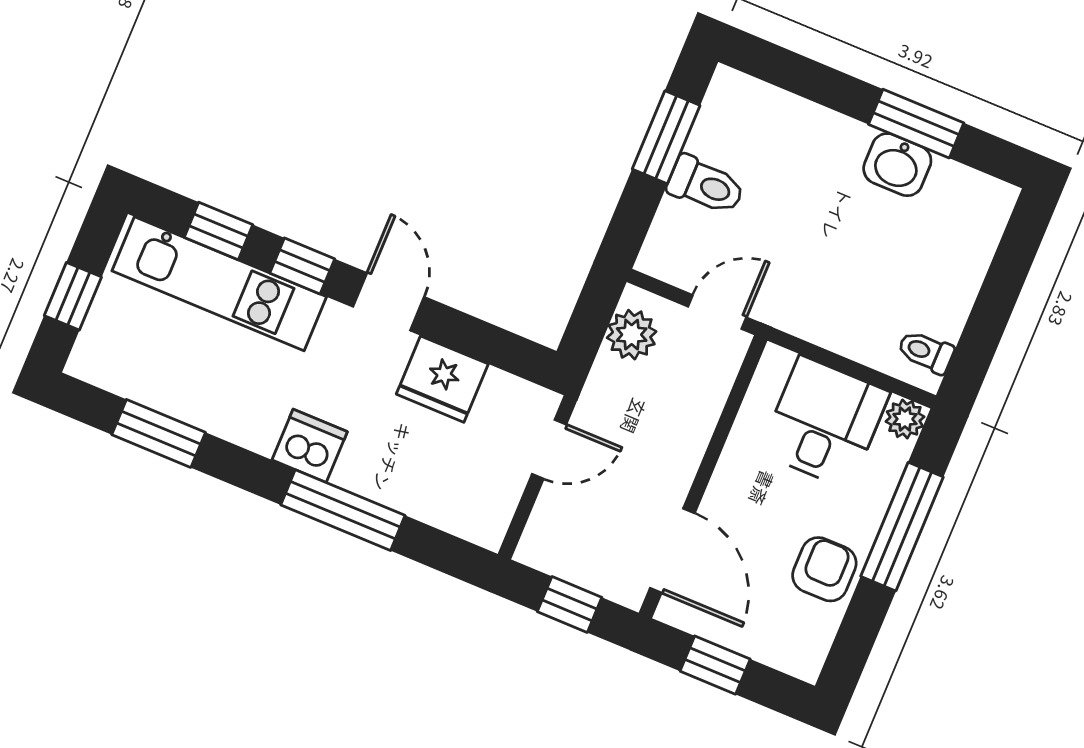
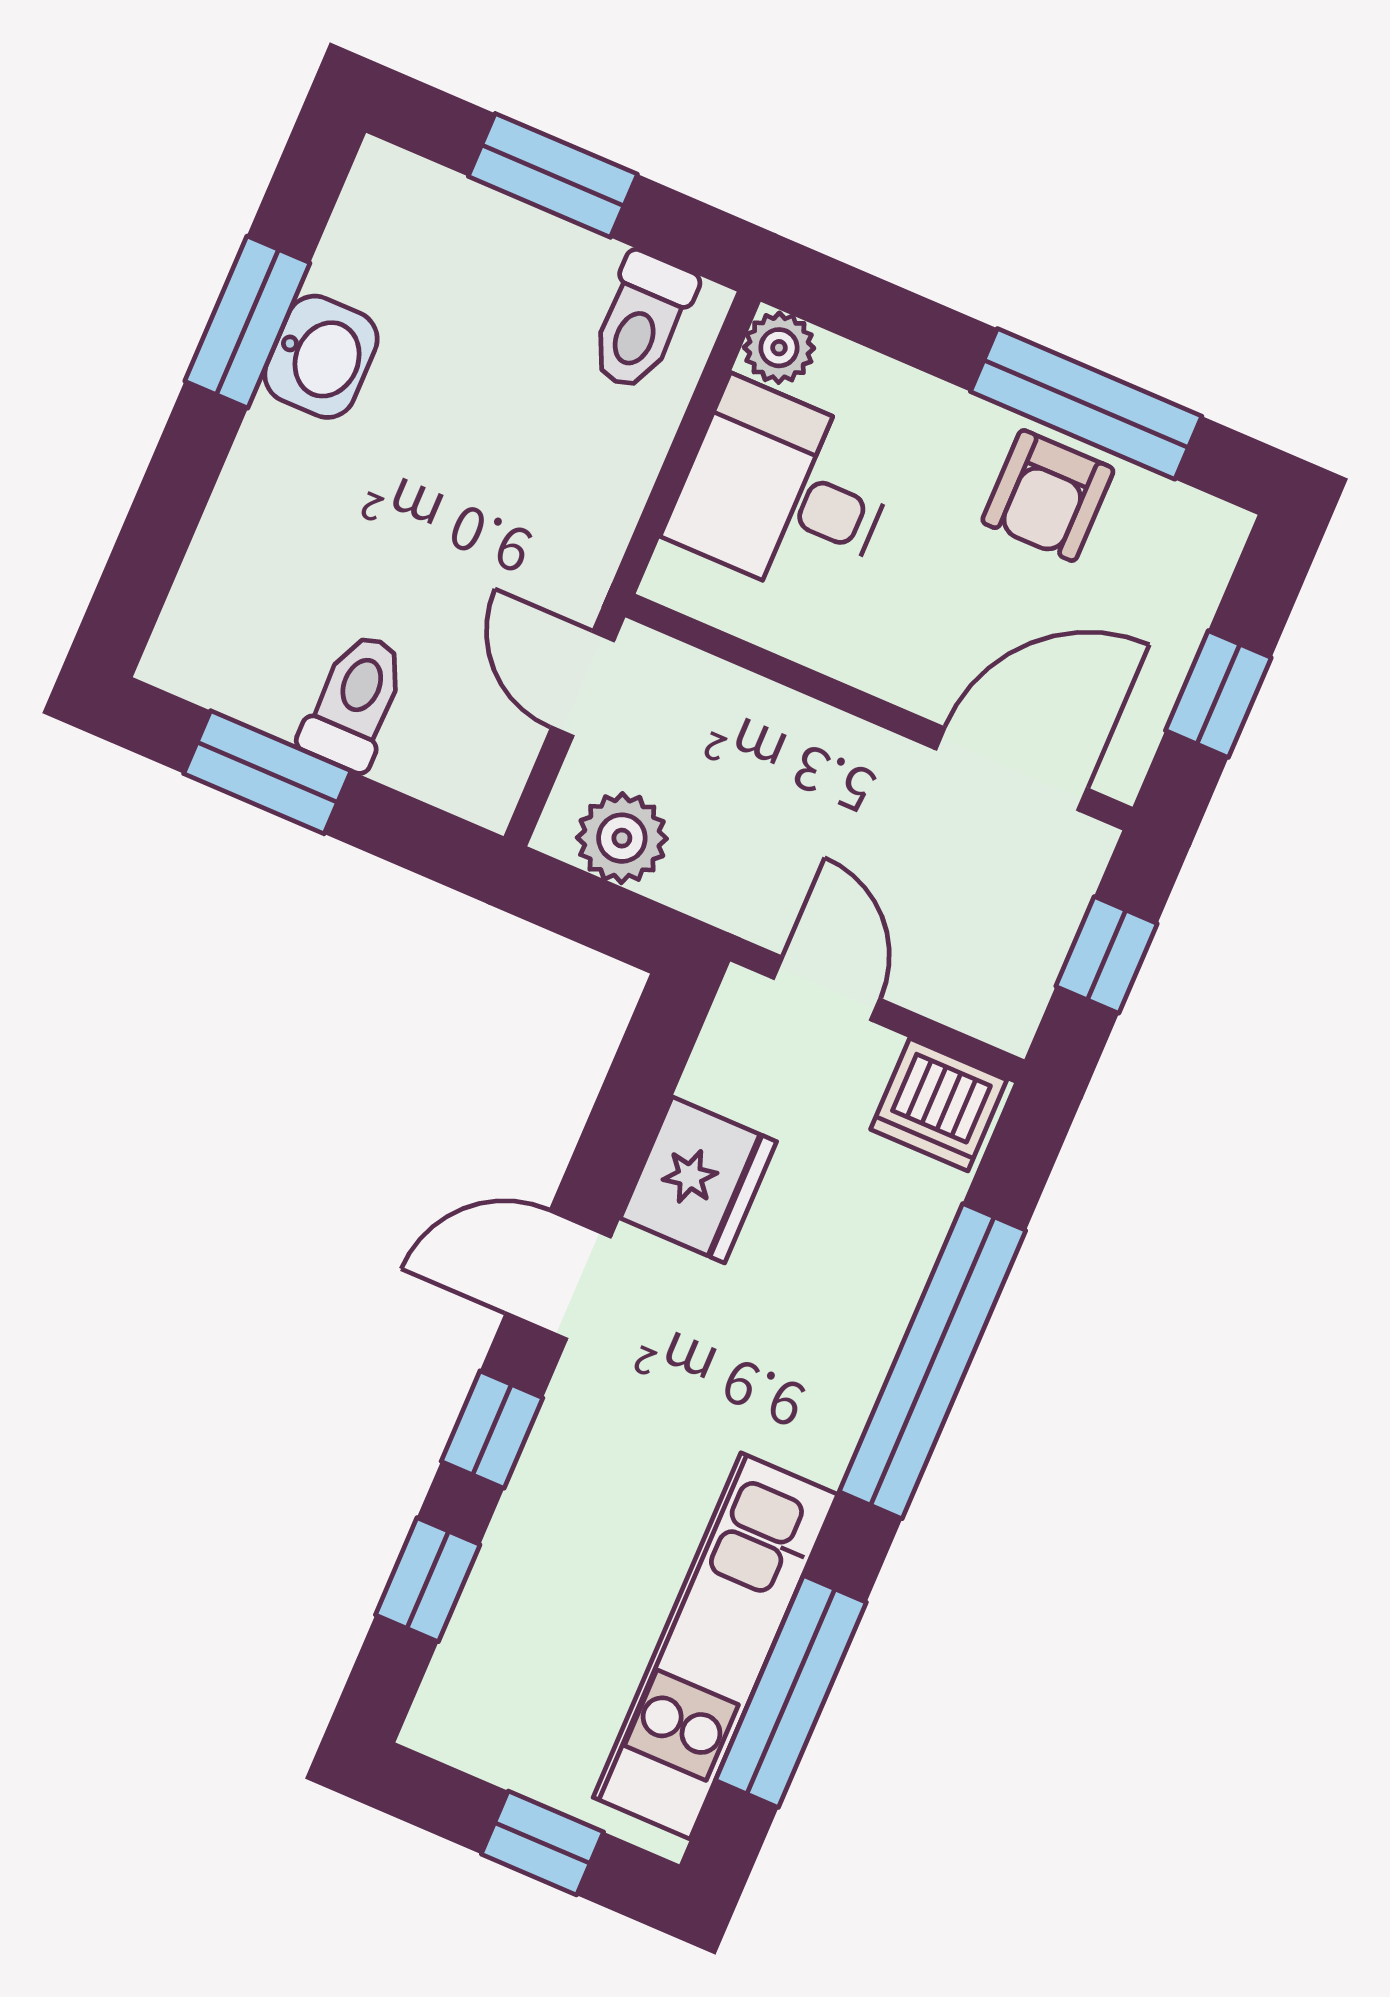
kitchen unit: (219, 284) -> (716, 1646), moved, turned 180
window: (999, 292) -> (553, 175), added
toilet: (926, 352) -> (641, 321), width x1.37, depth x1.39
window: (159, 433) -> (791, 1691), width x1.44
dishwasher: (310, 446) -> (939, 1105), moved, turned -90
window: (343, 510) -> (932, 1361), width x1.46
window: (902, 527) -> (1086, 404), moved
armchair: (824, 569) -> (1048, 496), turned -90

